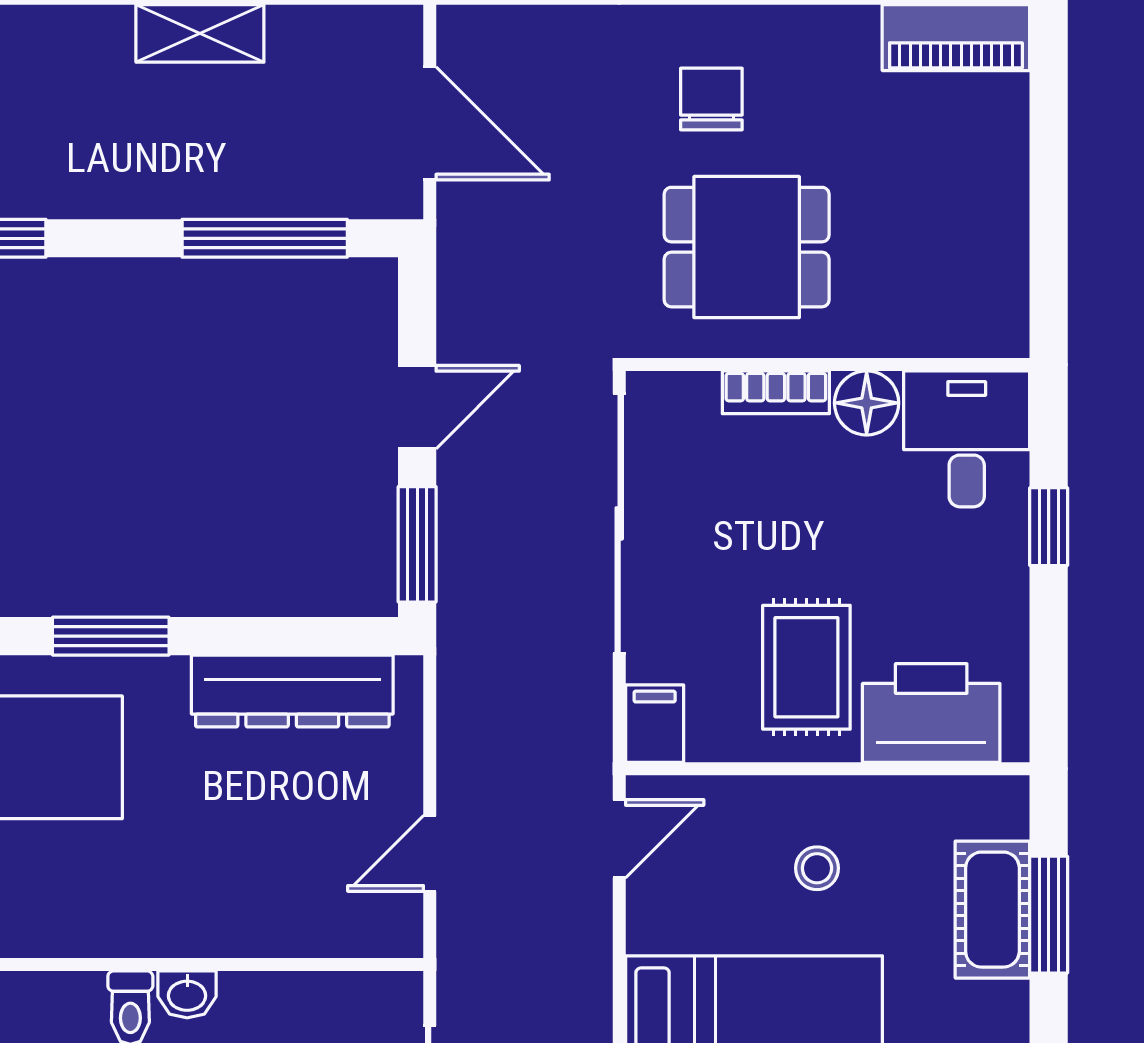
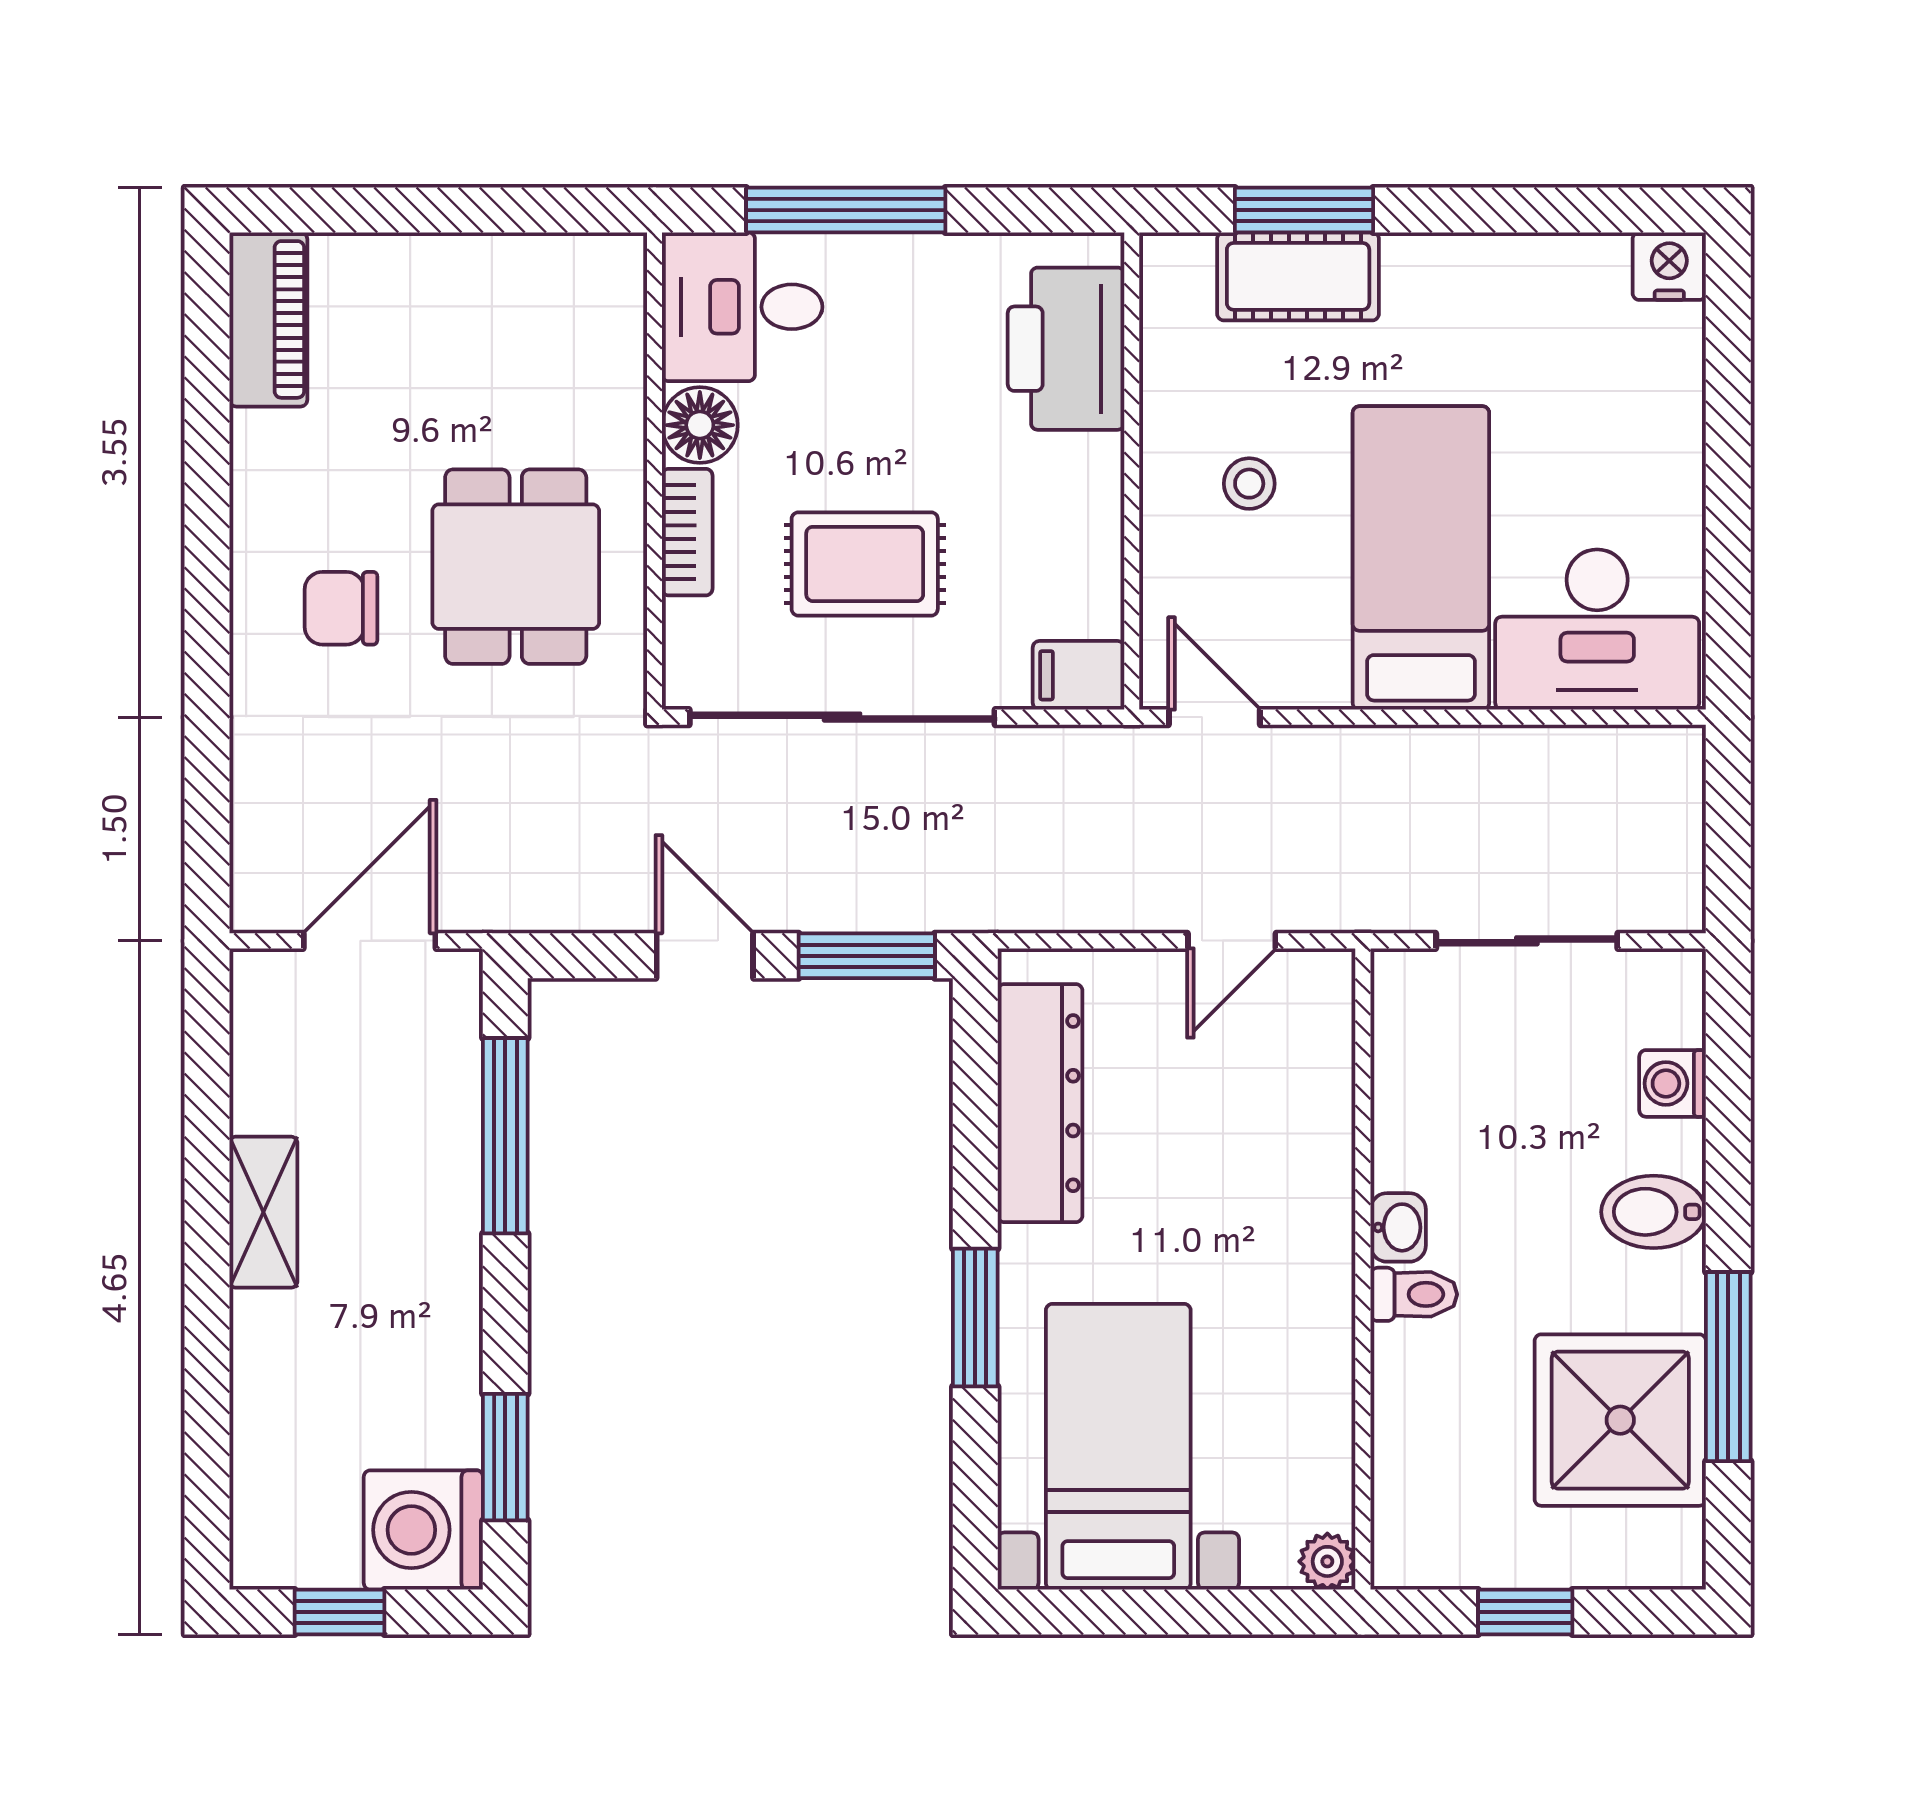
window: (1049, 527) -> (846, 210), width x2.17
rug: (806, 667) -> (865, 564), moved
door: (430, 853) -> (1232, 941), hinge flipped

